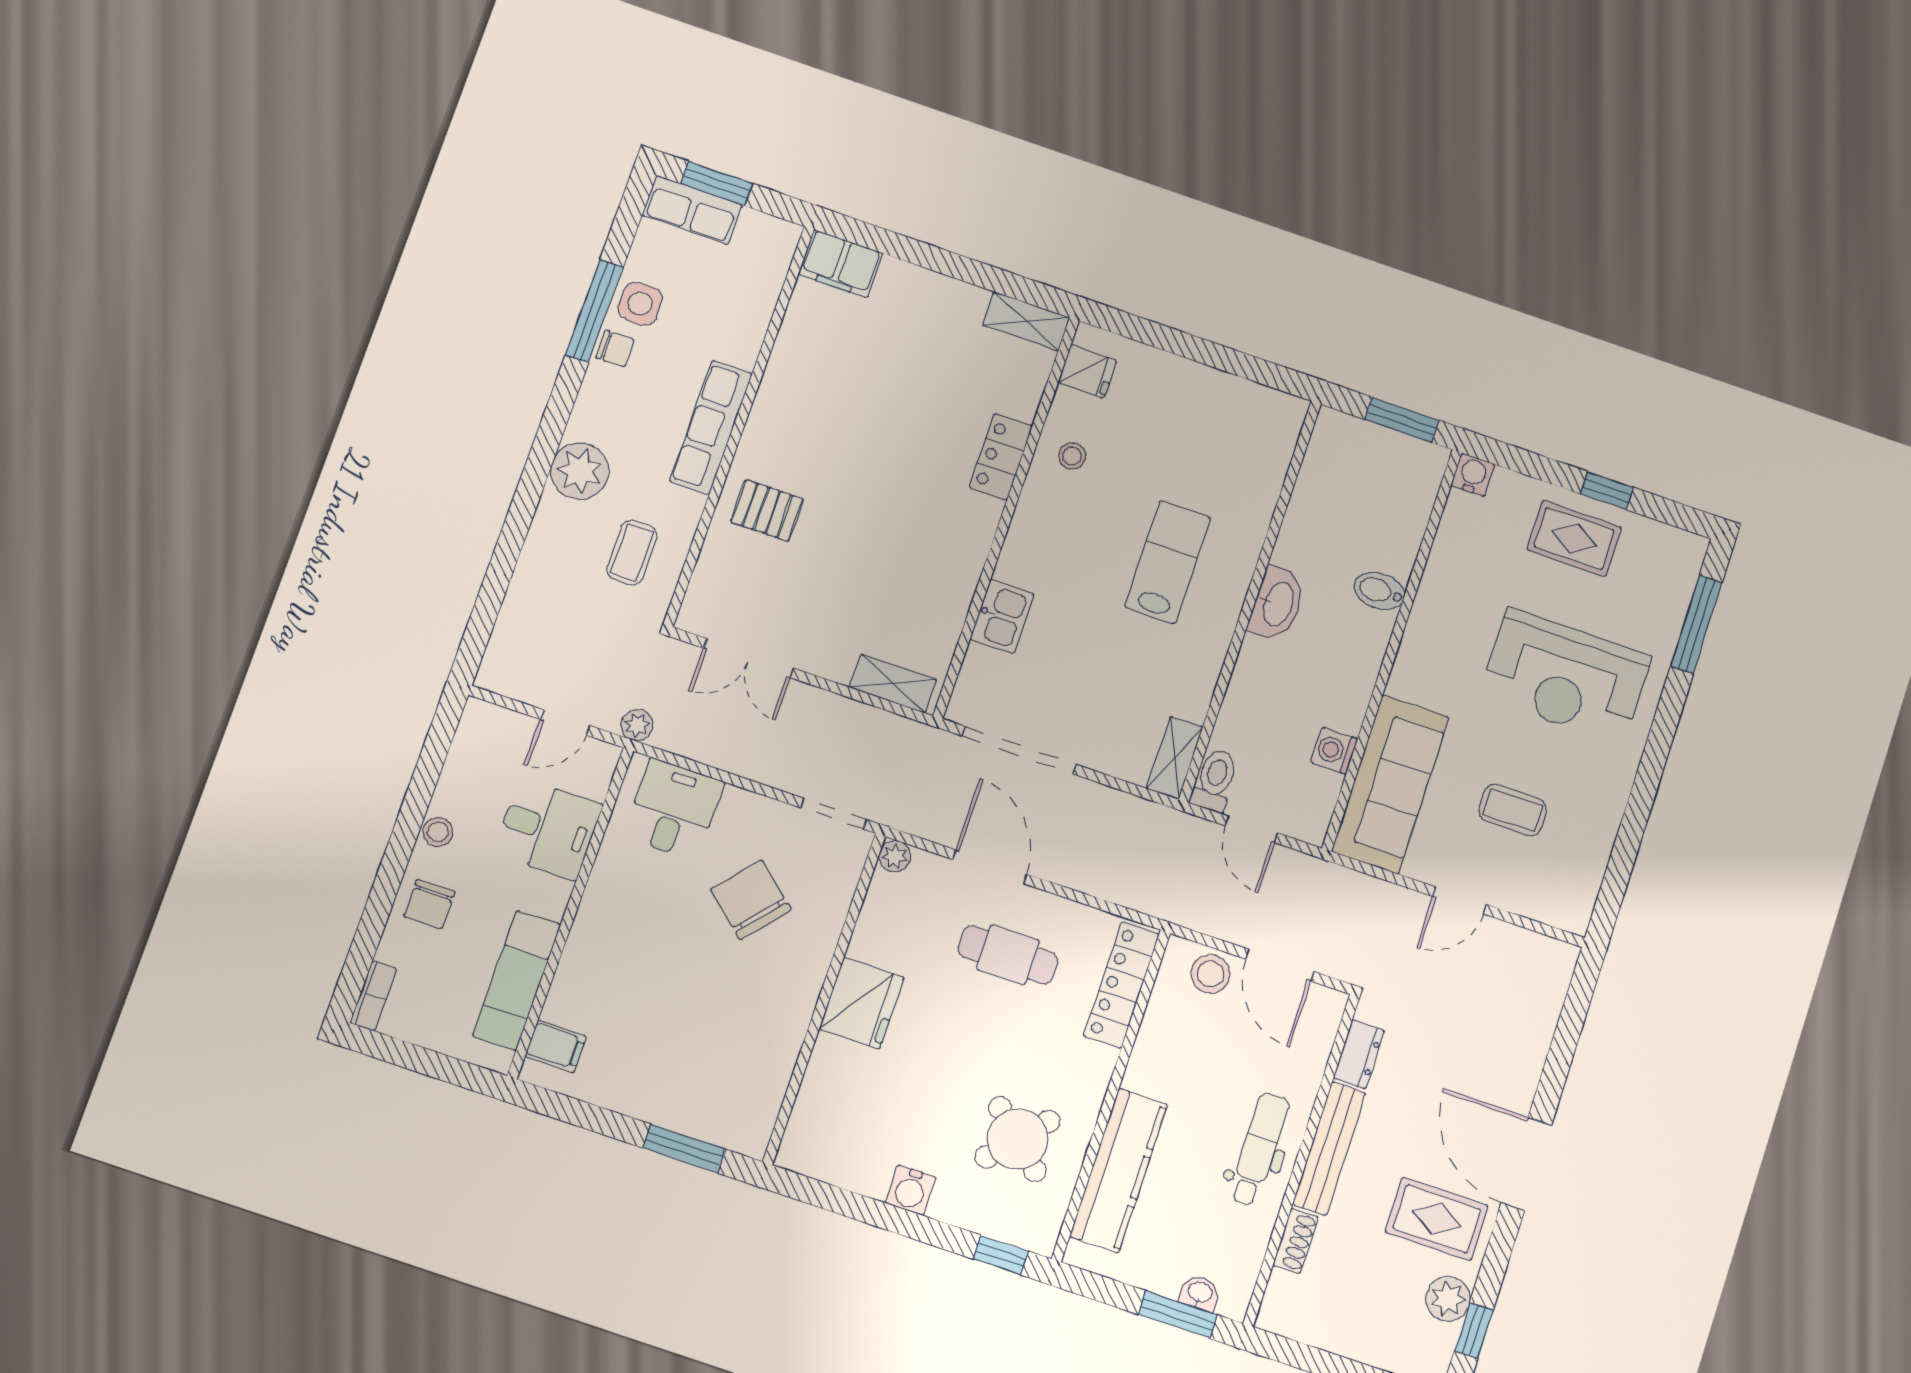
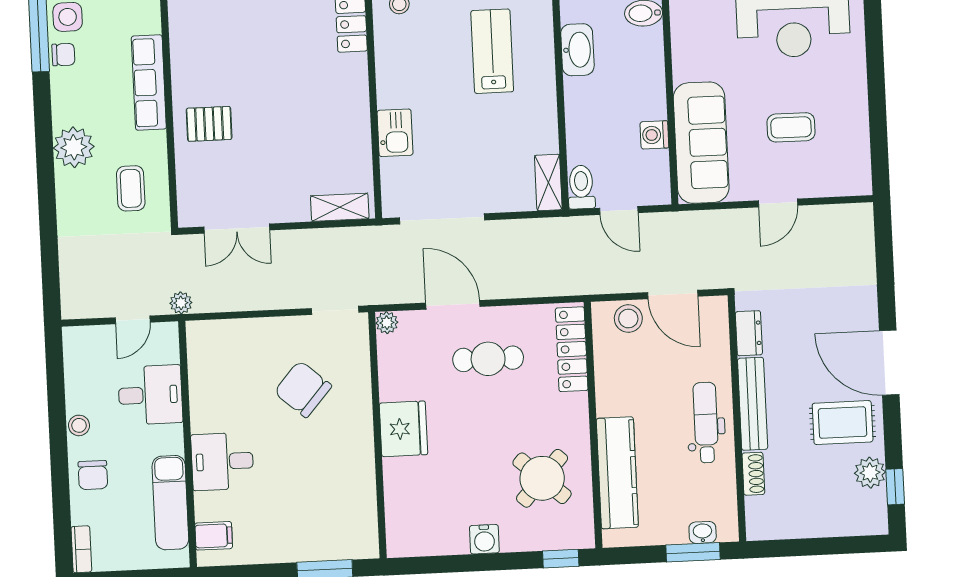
desk: (674, 809) -> (222, 461), moved, turned -90

